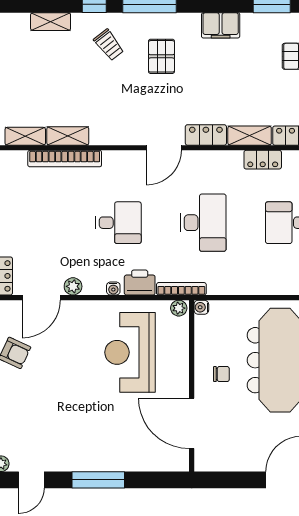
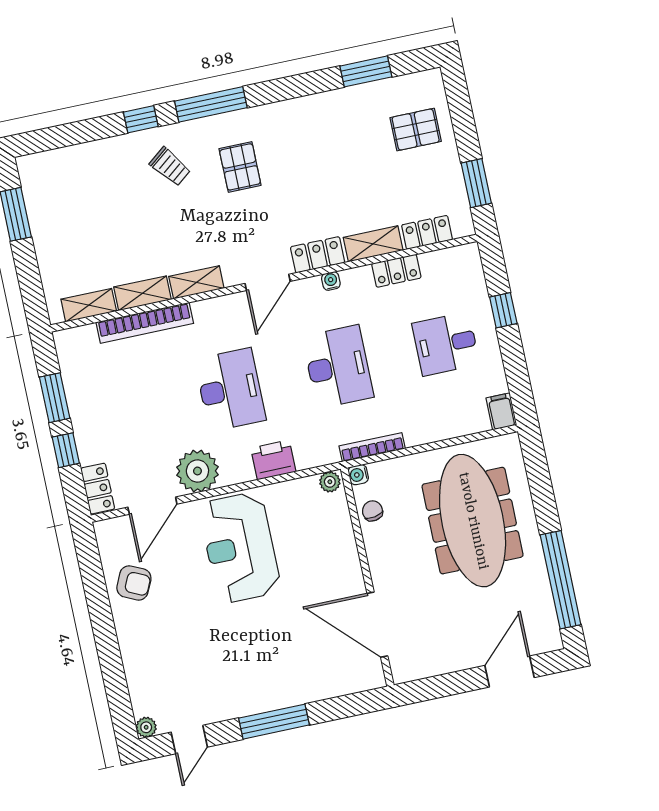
shelving: (51, 22) -> (196, 282), moved
filing cabinet: (221, 25) -> (307, 112), removed
desk: (118, 223) -> (230, 390), width x1.37
plant: (73, 286) -> (197, 471), width x1.87, depth x1.87
water cooler: (113, 288) -> (331, 281), moved, turned 180
bookcase: (181, 289) -> (372, 447), moved
reception desk: (130, 352) -> (240, 548), moved
chair: (221, 374) -> (372, 511), moved, turned -100

